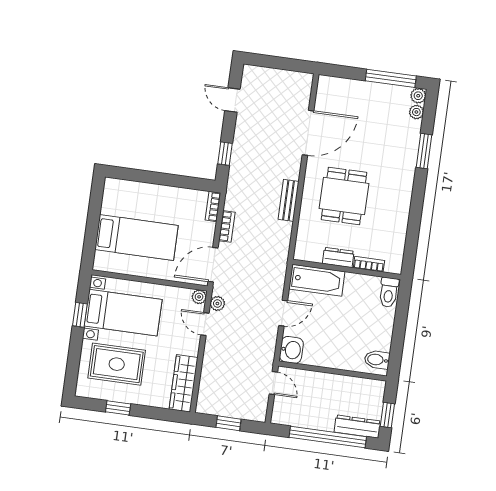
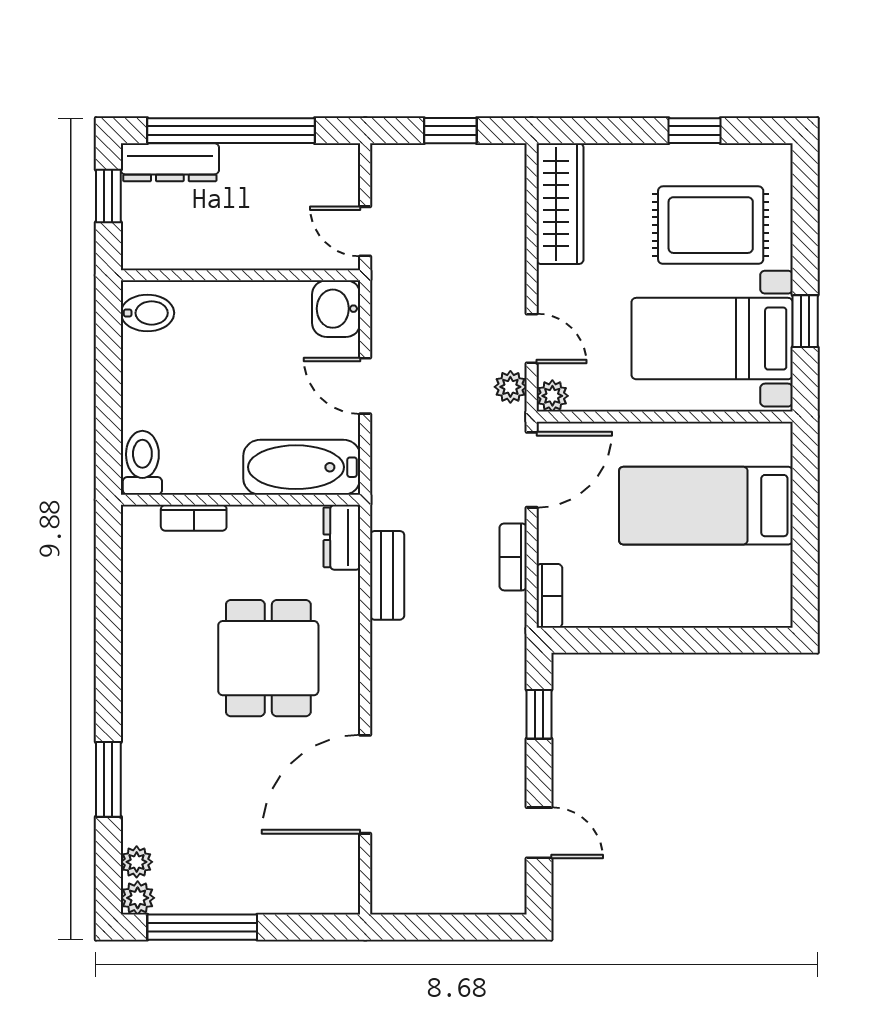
bench: (289, 200) -> (387, 575), moved
dresser: (338, 257) -> (342, 537), moved, turned 90
door: (283, 313) -> (365, 386), hinge flipped

